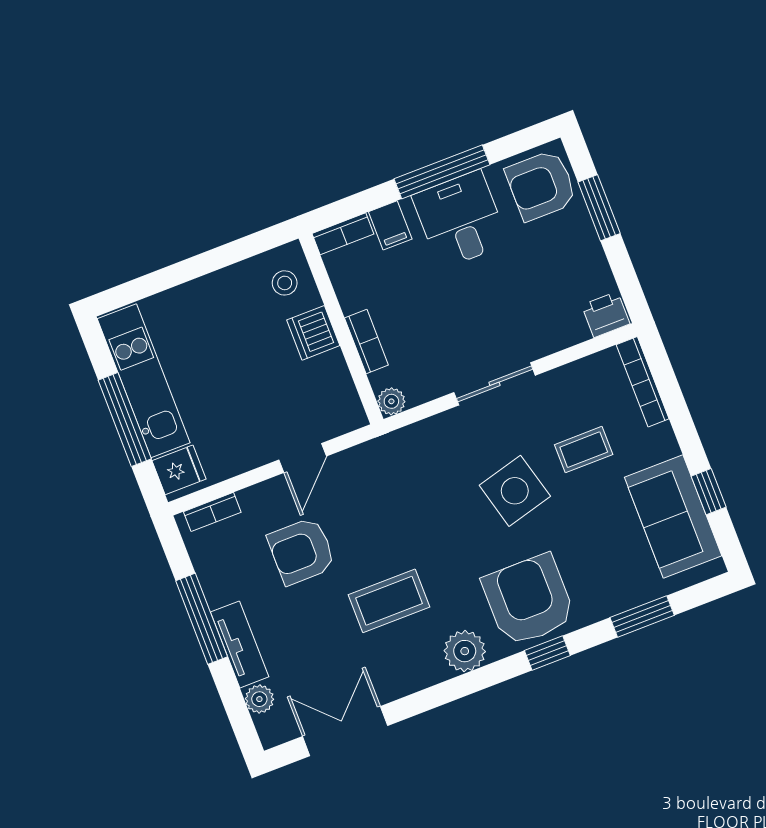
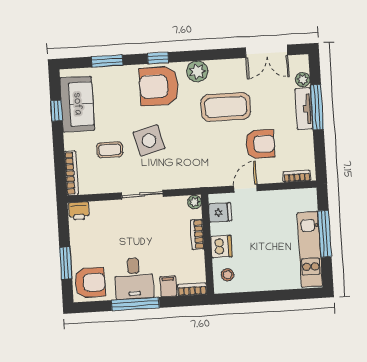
fridge: (179, 470) -> (220, 212), moved, turned 180
armchair: (529, 600) -> (159, 86), turned 90
coffee table: (389, 601) -> (226, 107), width x1.36, depth x1.32
window: (202, 619) -> (317, 107), moved

